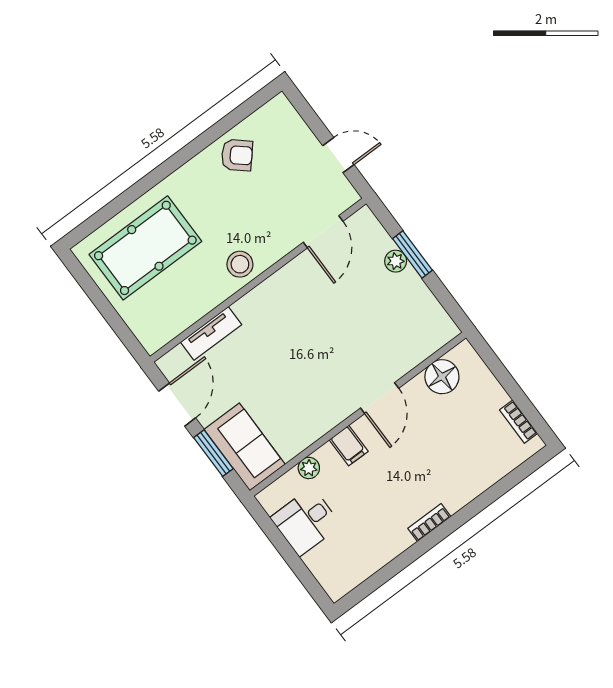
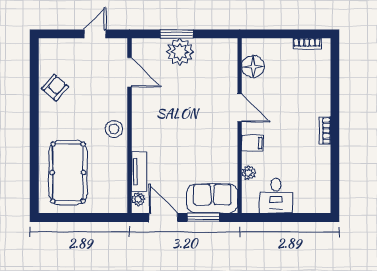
plant: (396, 261) -> (180, 52), width x1.88, depth x1.88
plant: (177, 357) -> (138, 199), added

